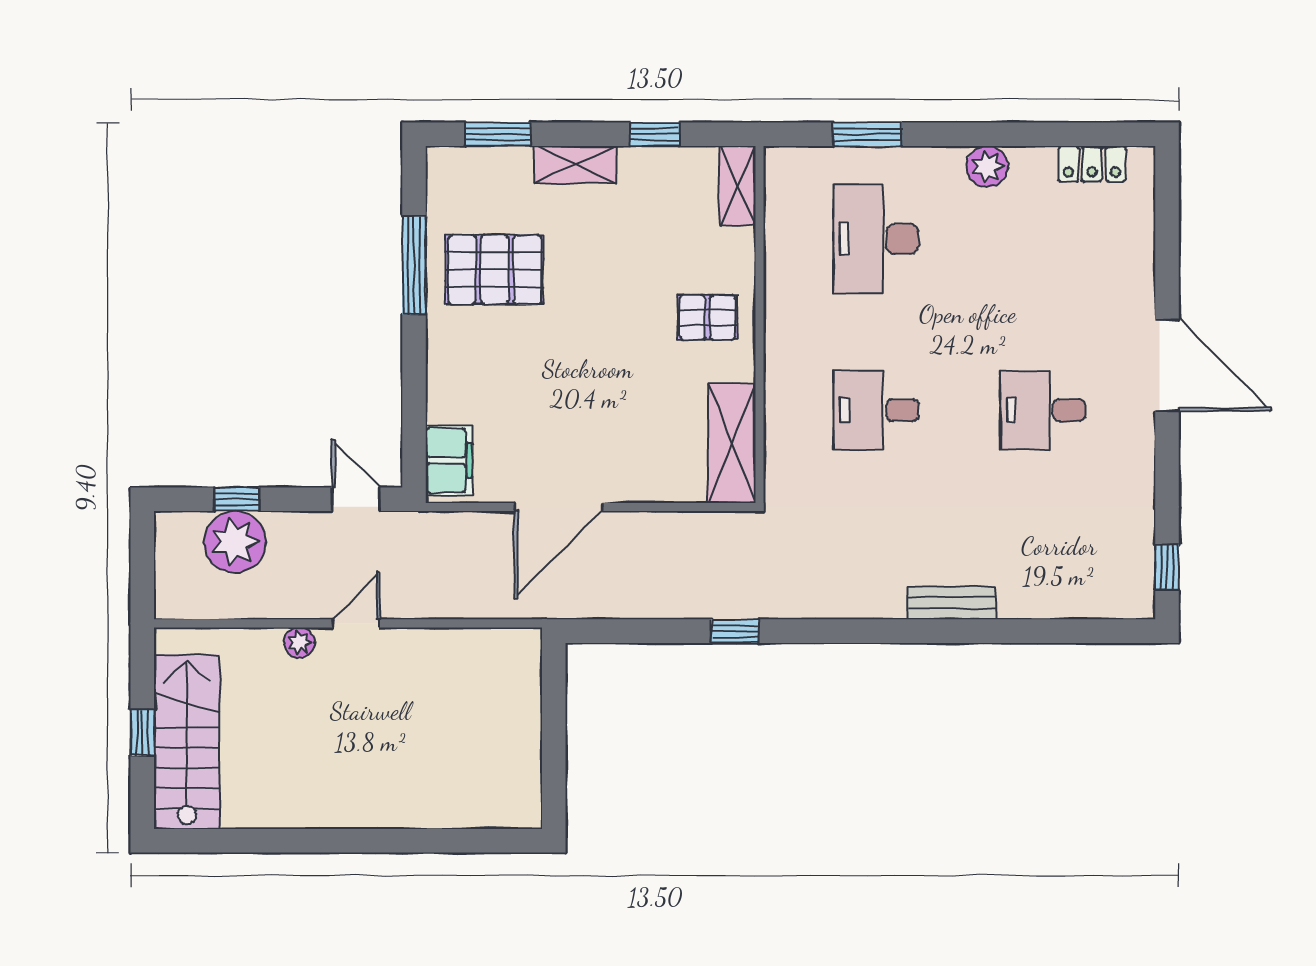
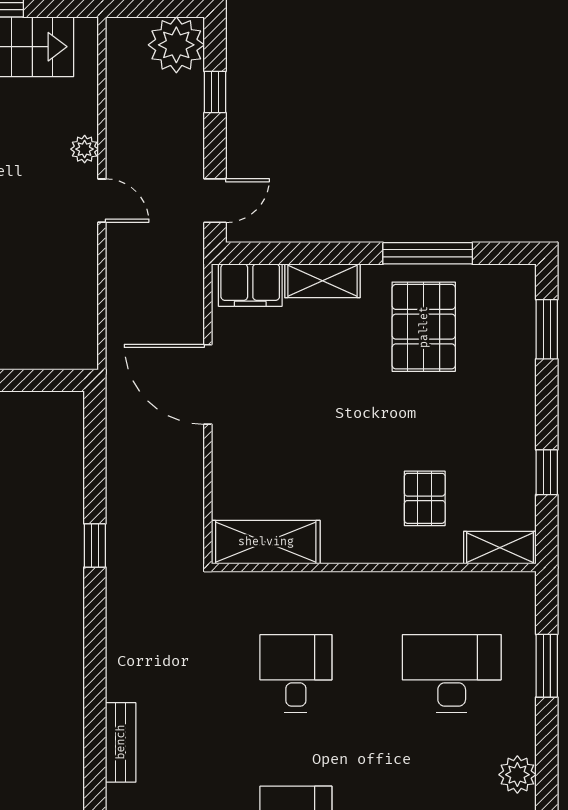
shelving: (575, 165) -> (322, 281), moved, turned 90
pallet: (708, 317) -> (425, 498), moved
plant: (235, 542) -> (176, 45), moved

